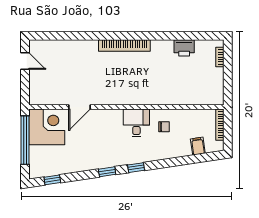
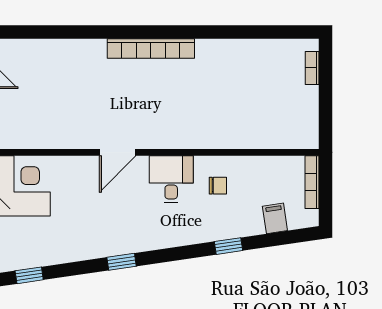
printer: (184, 48) -> (252, 53), removed
door: (79, 107) -> (118, 152), moved
window: (136, 168) -> (229, 246), moved

